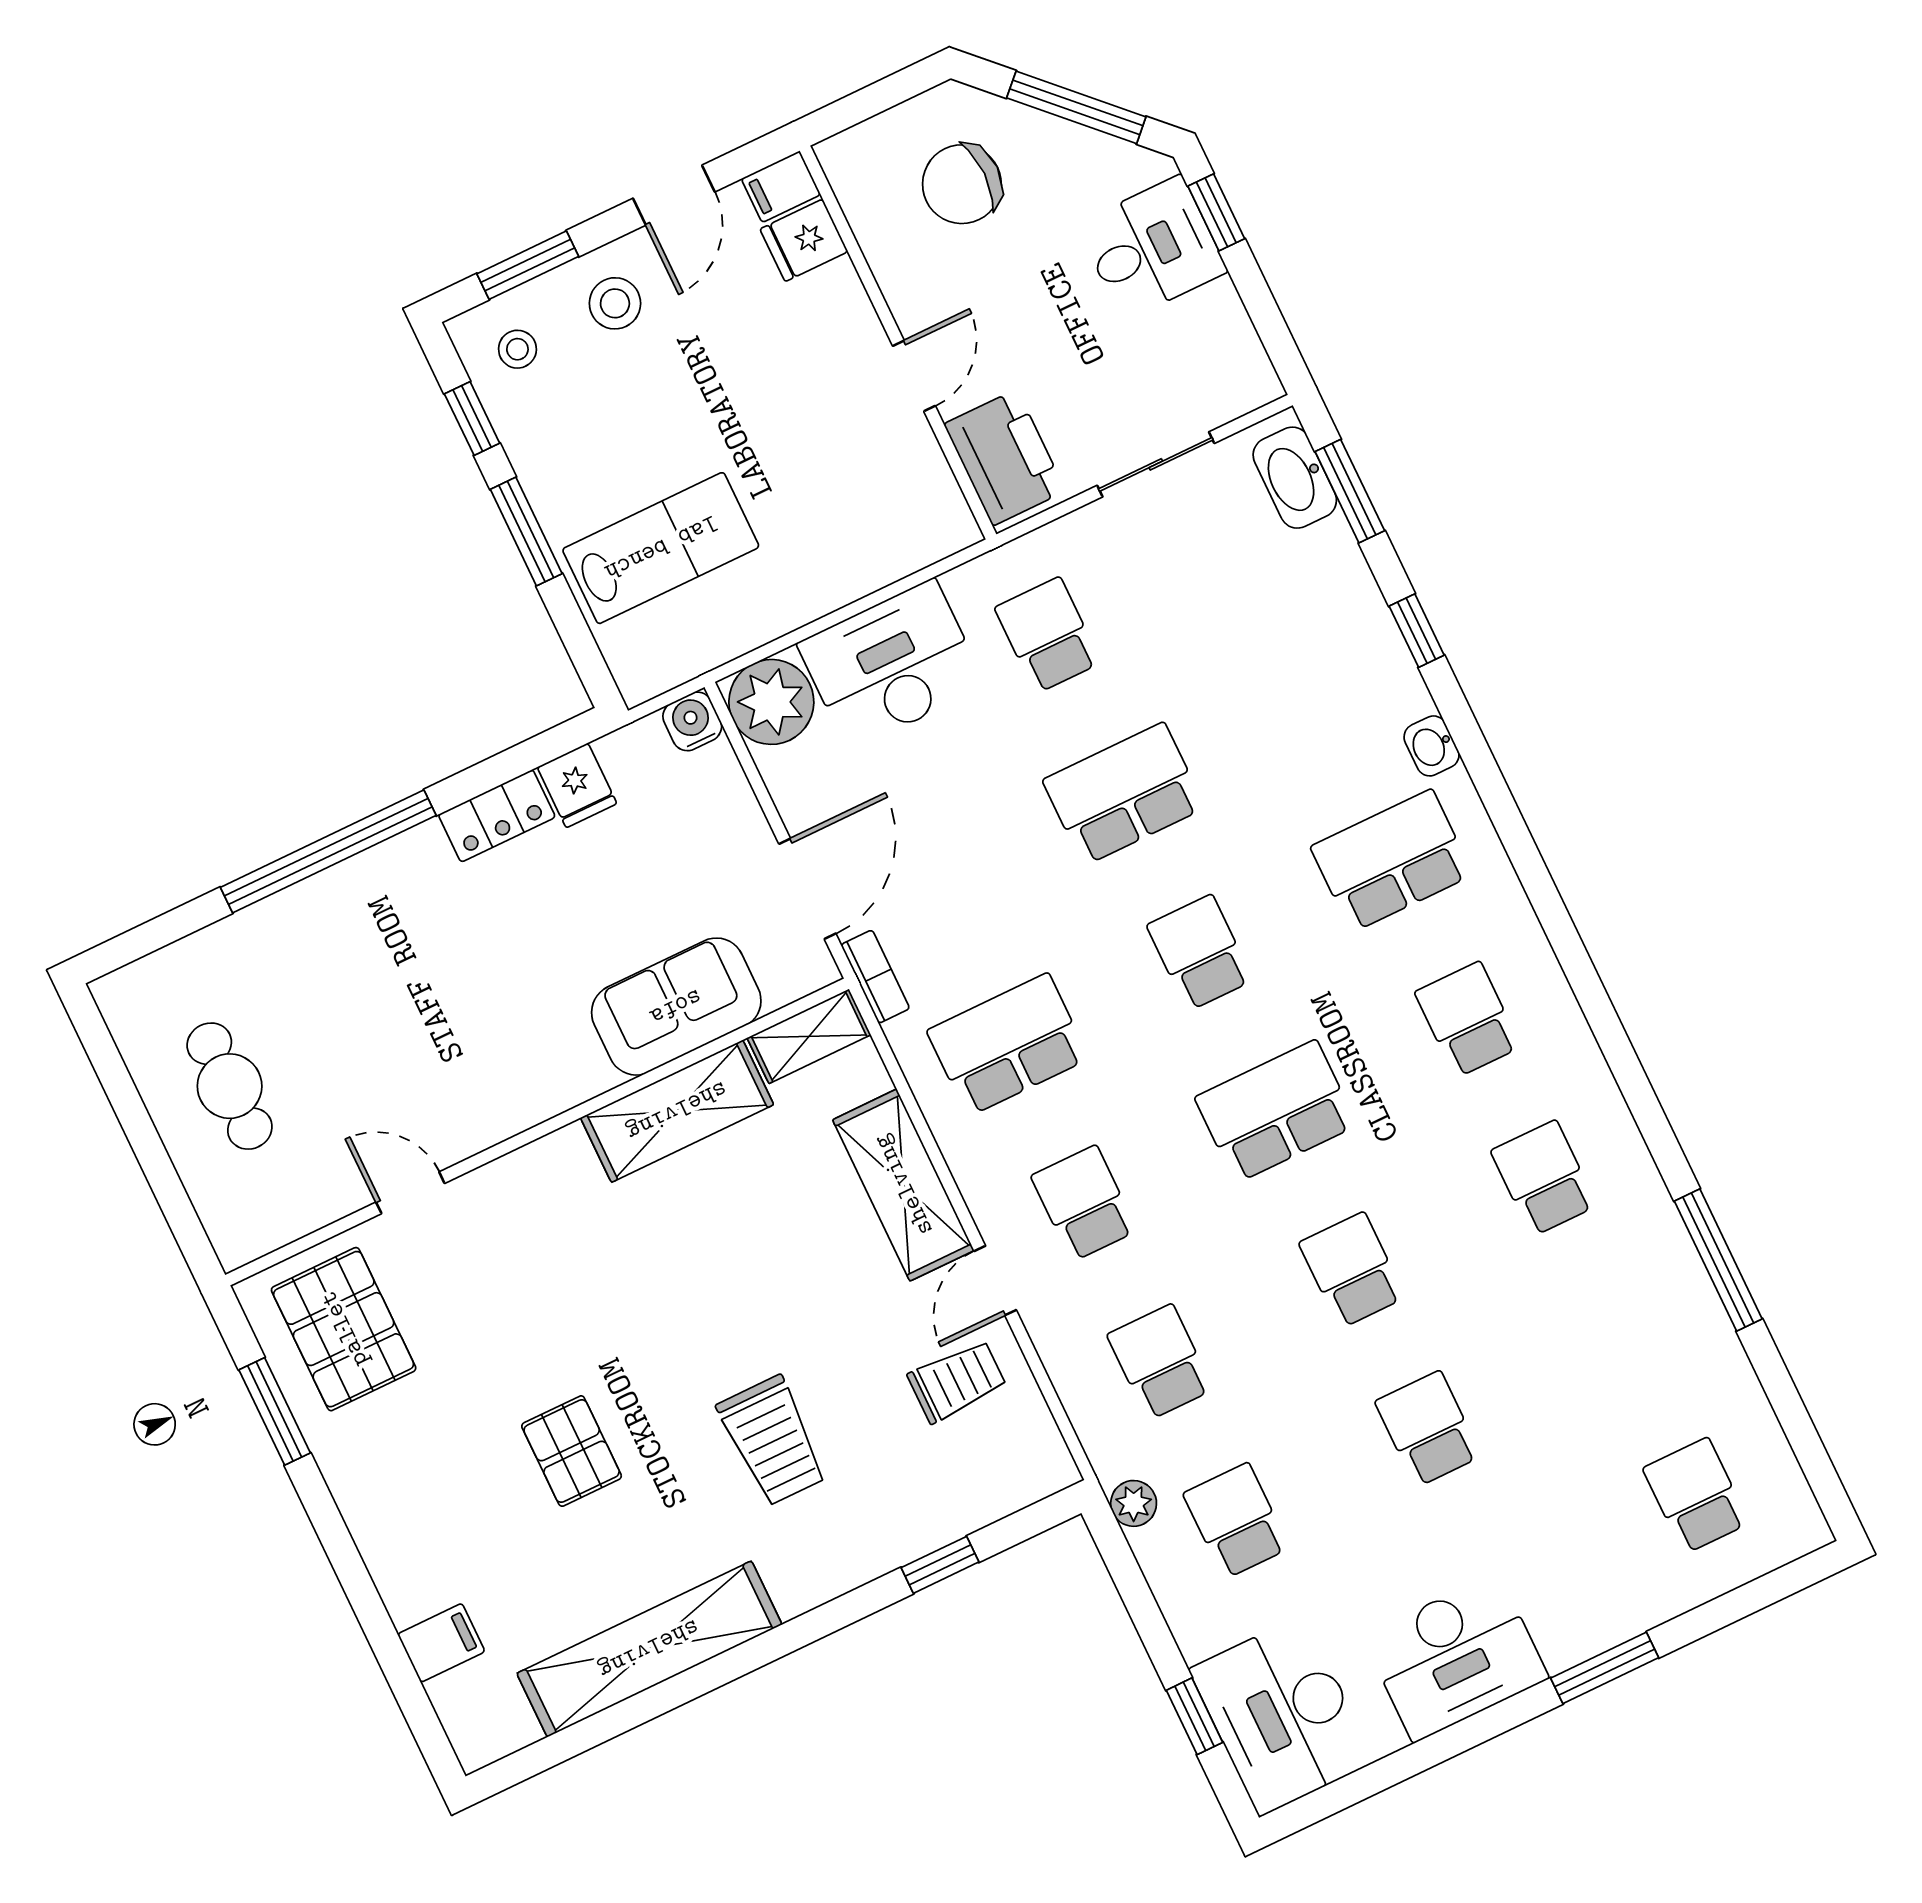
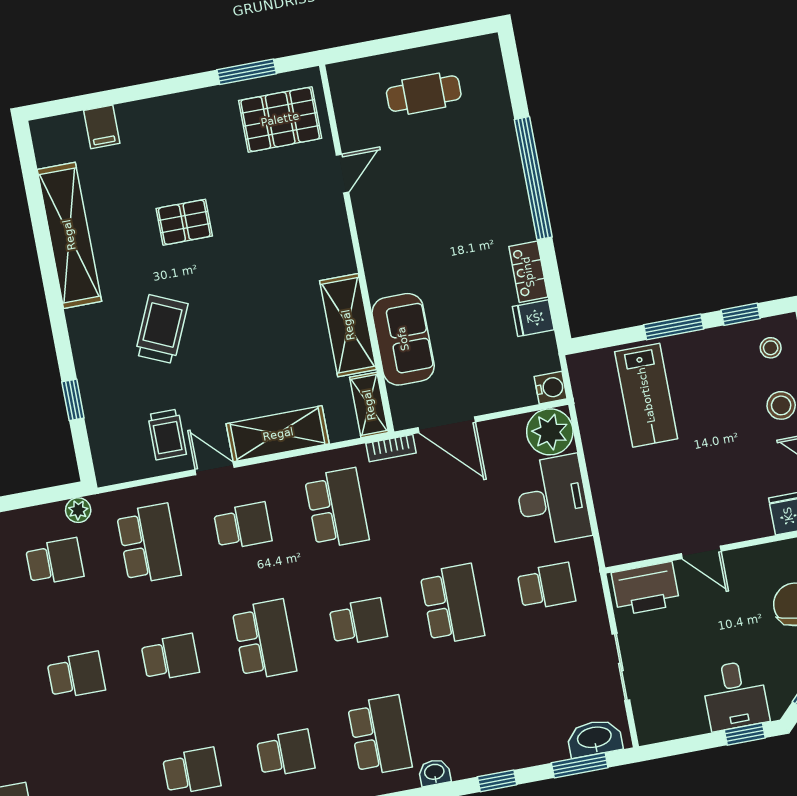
school desk: (1160, 1362) -> (149, 544), width x1.85
trolley: (773, 1441) -> (162, 329), turned 114

